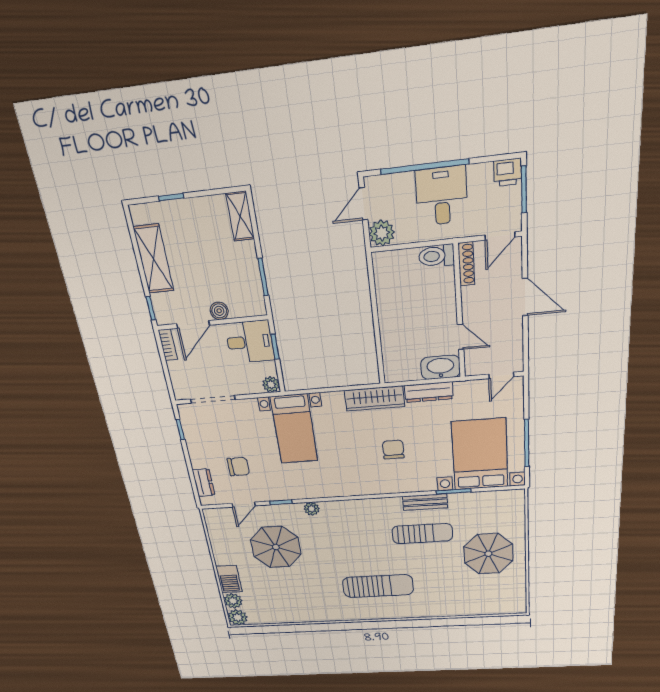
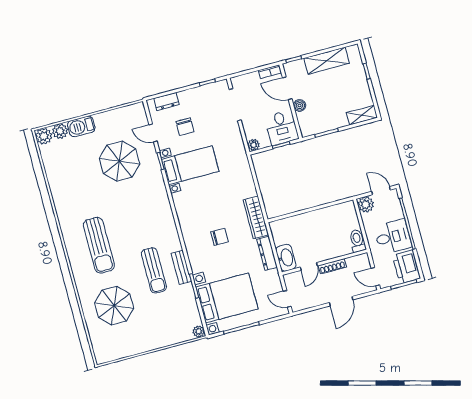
printer: (508, 172) -> (406, 267), width x1.87, depth x1.48
shoe rack: (466, 264) -> (332, 266), moved
bed with nightstands: (294, 429) -> (190, 165), moved, turned 180
plant: (312, 509) -> (199, 331), moved
parasol: (488, 554) -> (114, 306), moved

